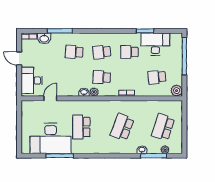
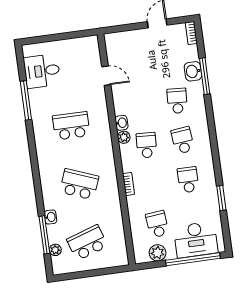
washbasin: (44, 38) -> (193, 71), moved
desk: (155, 44) -> (196, 240), moved, turned 90
desk: (32, 81) -> (128, 46), removed
plant: (177, 91) -> (158, 253), moved
school desk: (163, 127) -> (87, 243), turned -36
desk: (51, 138) -> (42, 71), width x0.53, depth x0.77

